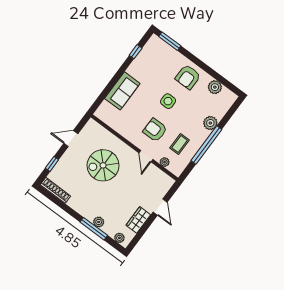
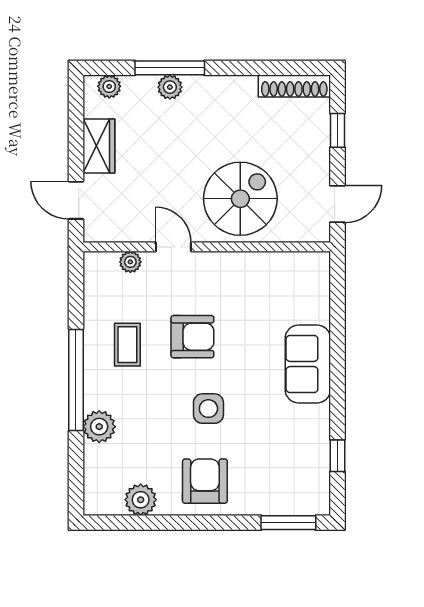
wall: (134, 148) -> (207, 247), moved
door: (146, 156) -> (173, 247), moved
plant: (165, 162) -> (130, 262), moved

